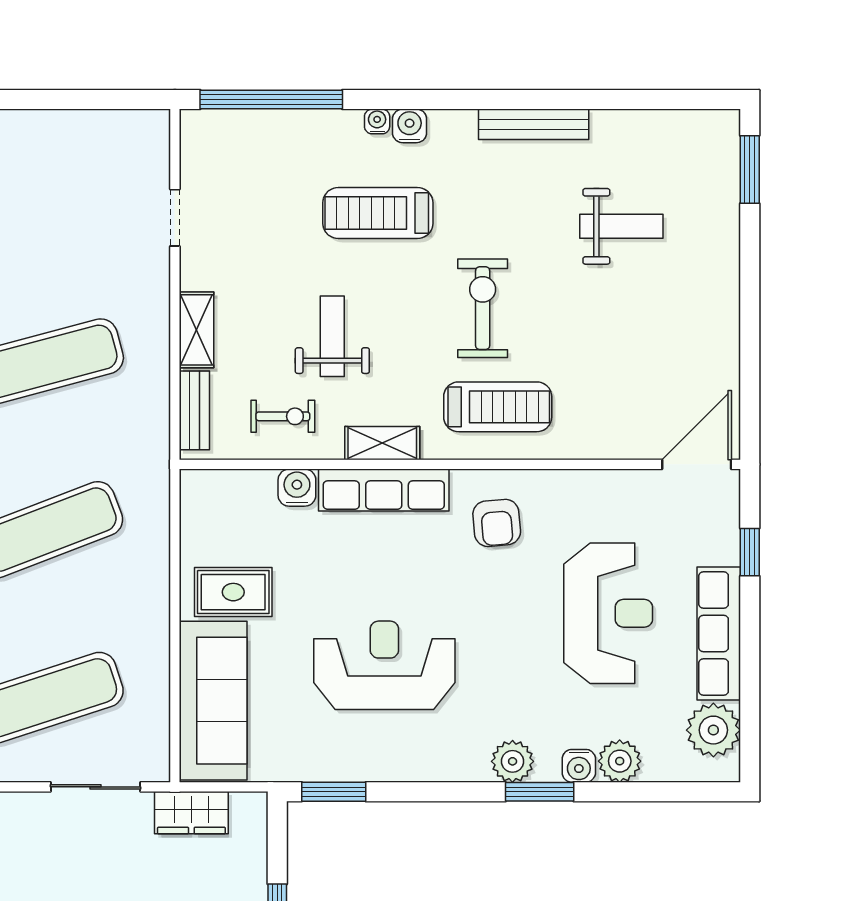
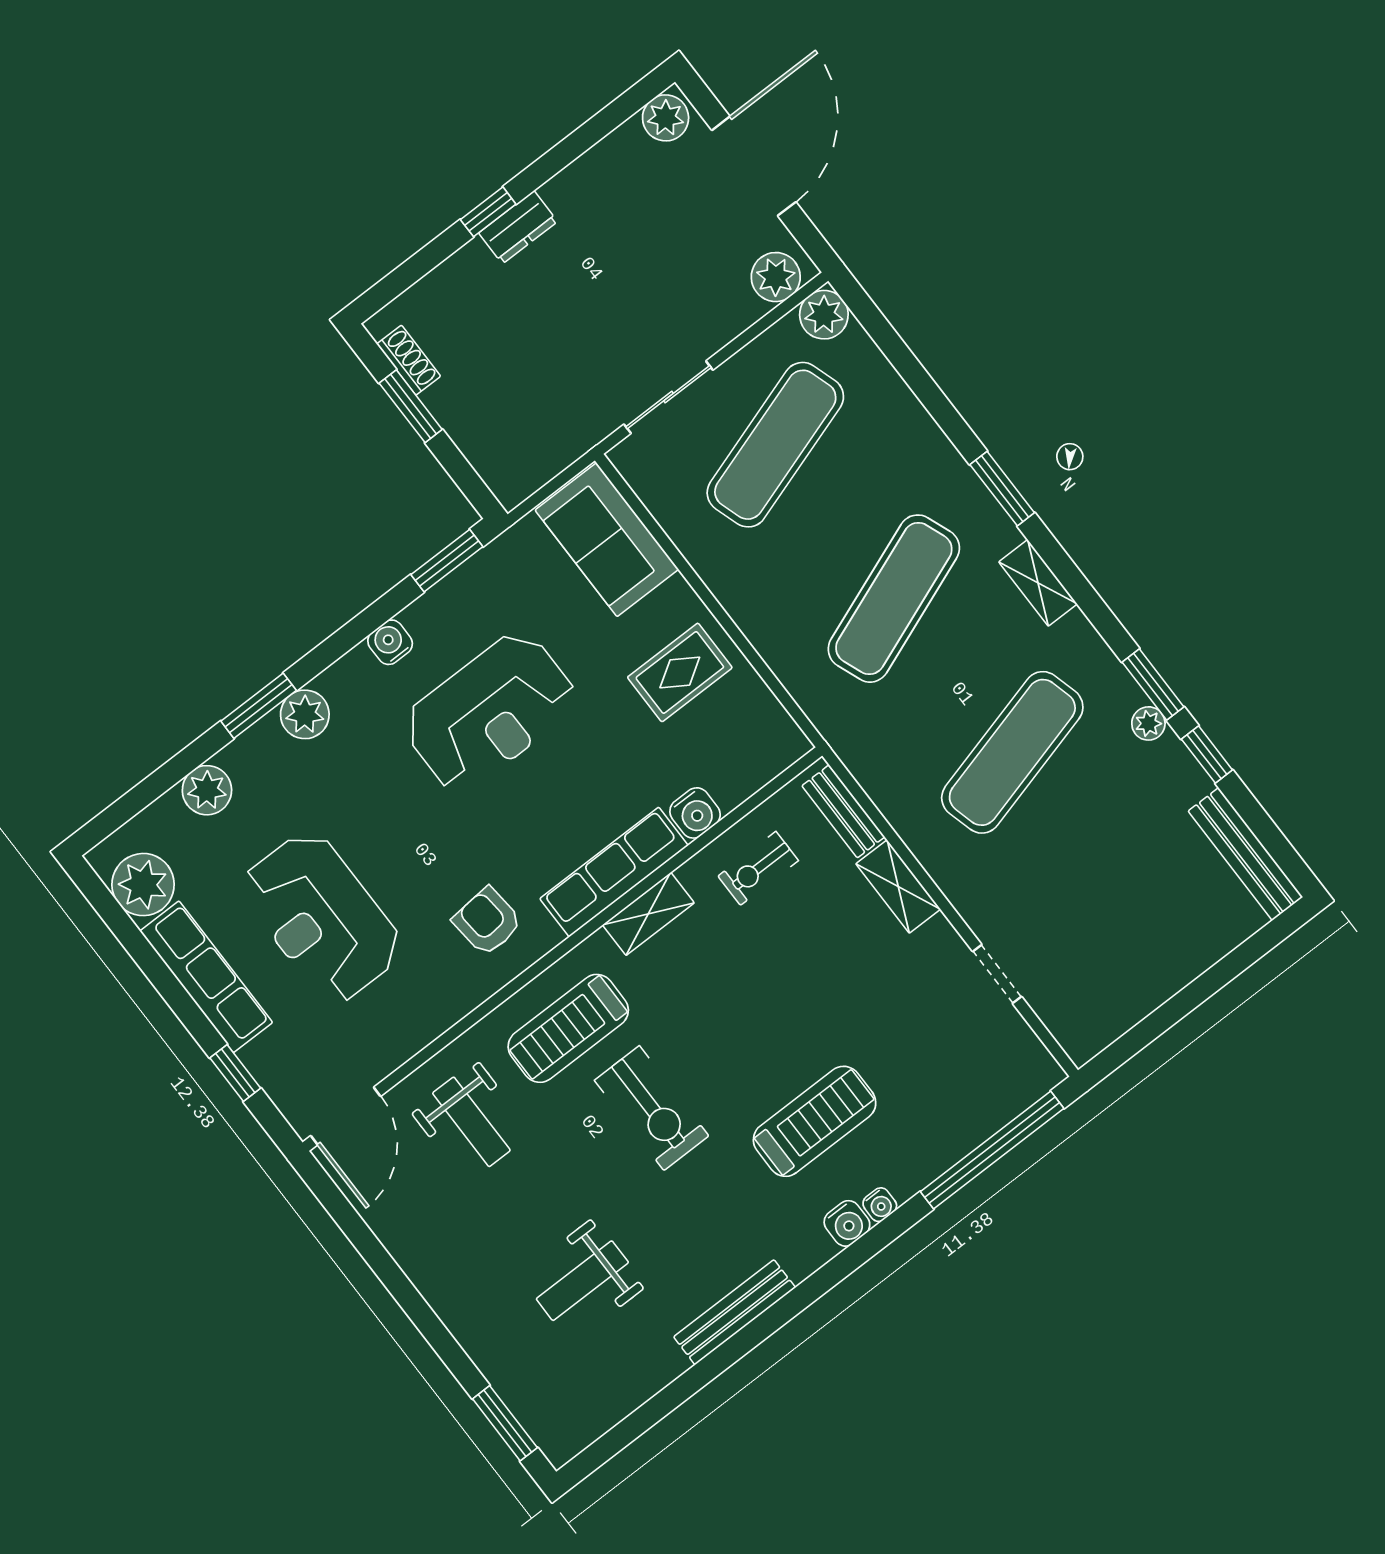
weight bench: (332, 336) -> (471, 1122), moved
sofa: (213, 701) -> (607, 540), width x0.73
water cooler: (579, 766) -> (390, 642), moved
wardrobe: (191, 813) -> (563, 441), removed

